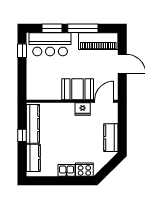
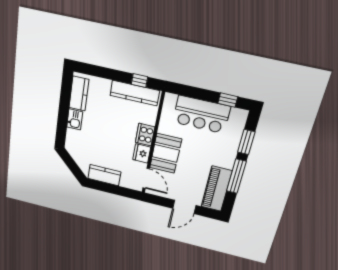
bar counter: (50, 44) -> (201, 114), moved, turned -90
window: (22, 135) -> (140, 81), moved
kitchen counter: (33, 158) -> (79, 94), moved, turned -90
cooker: (84, 170) -> (145, 135), moved, turned 180

